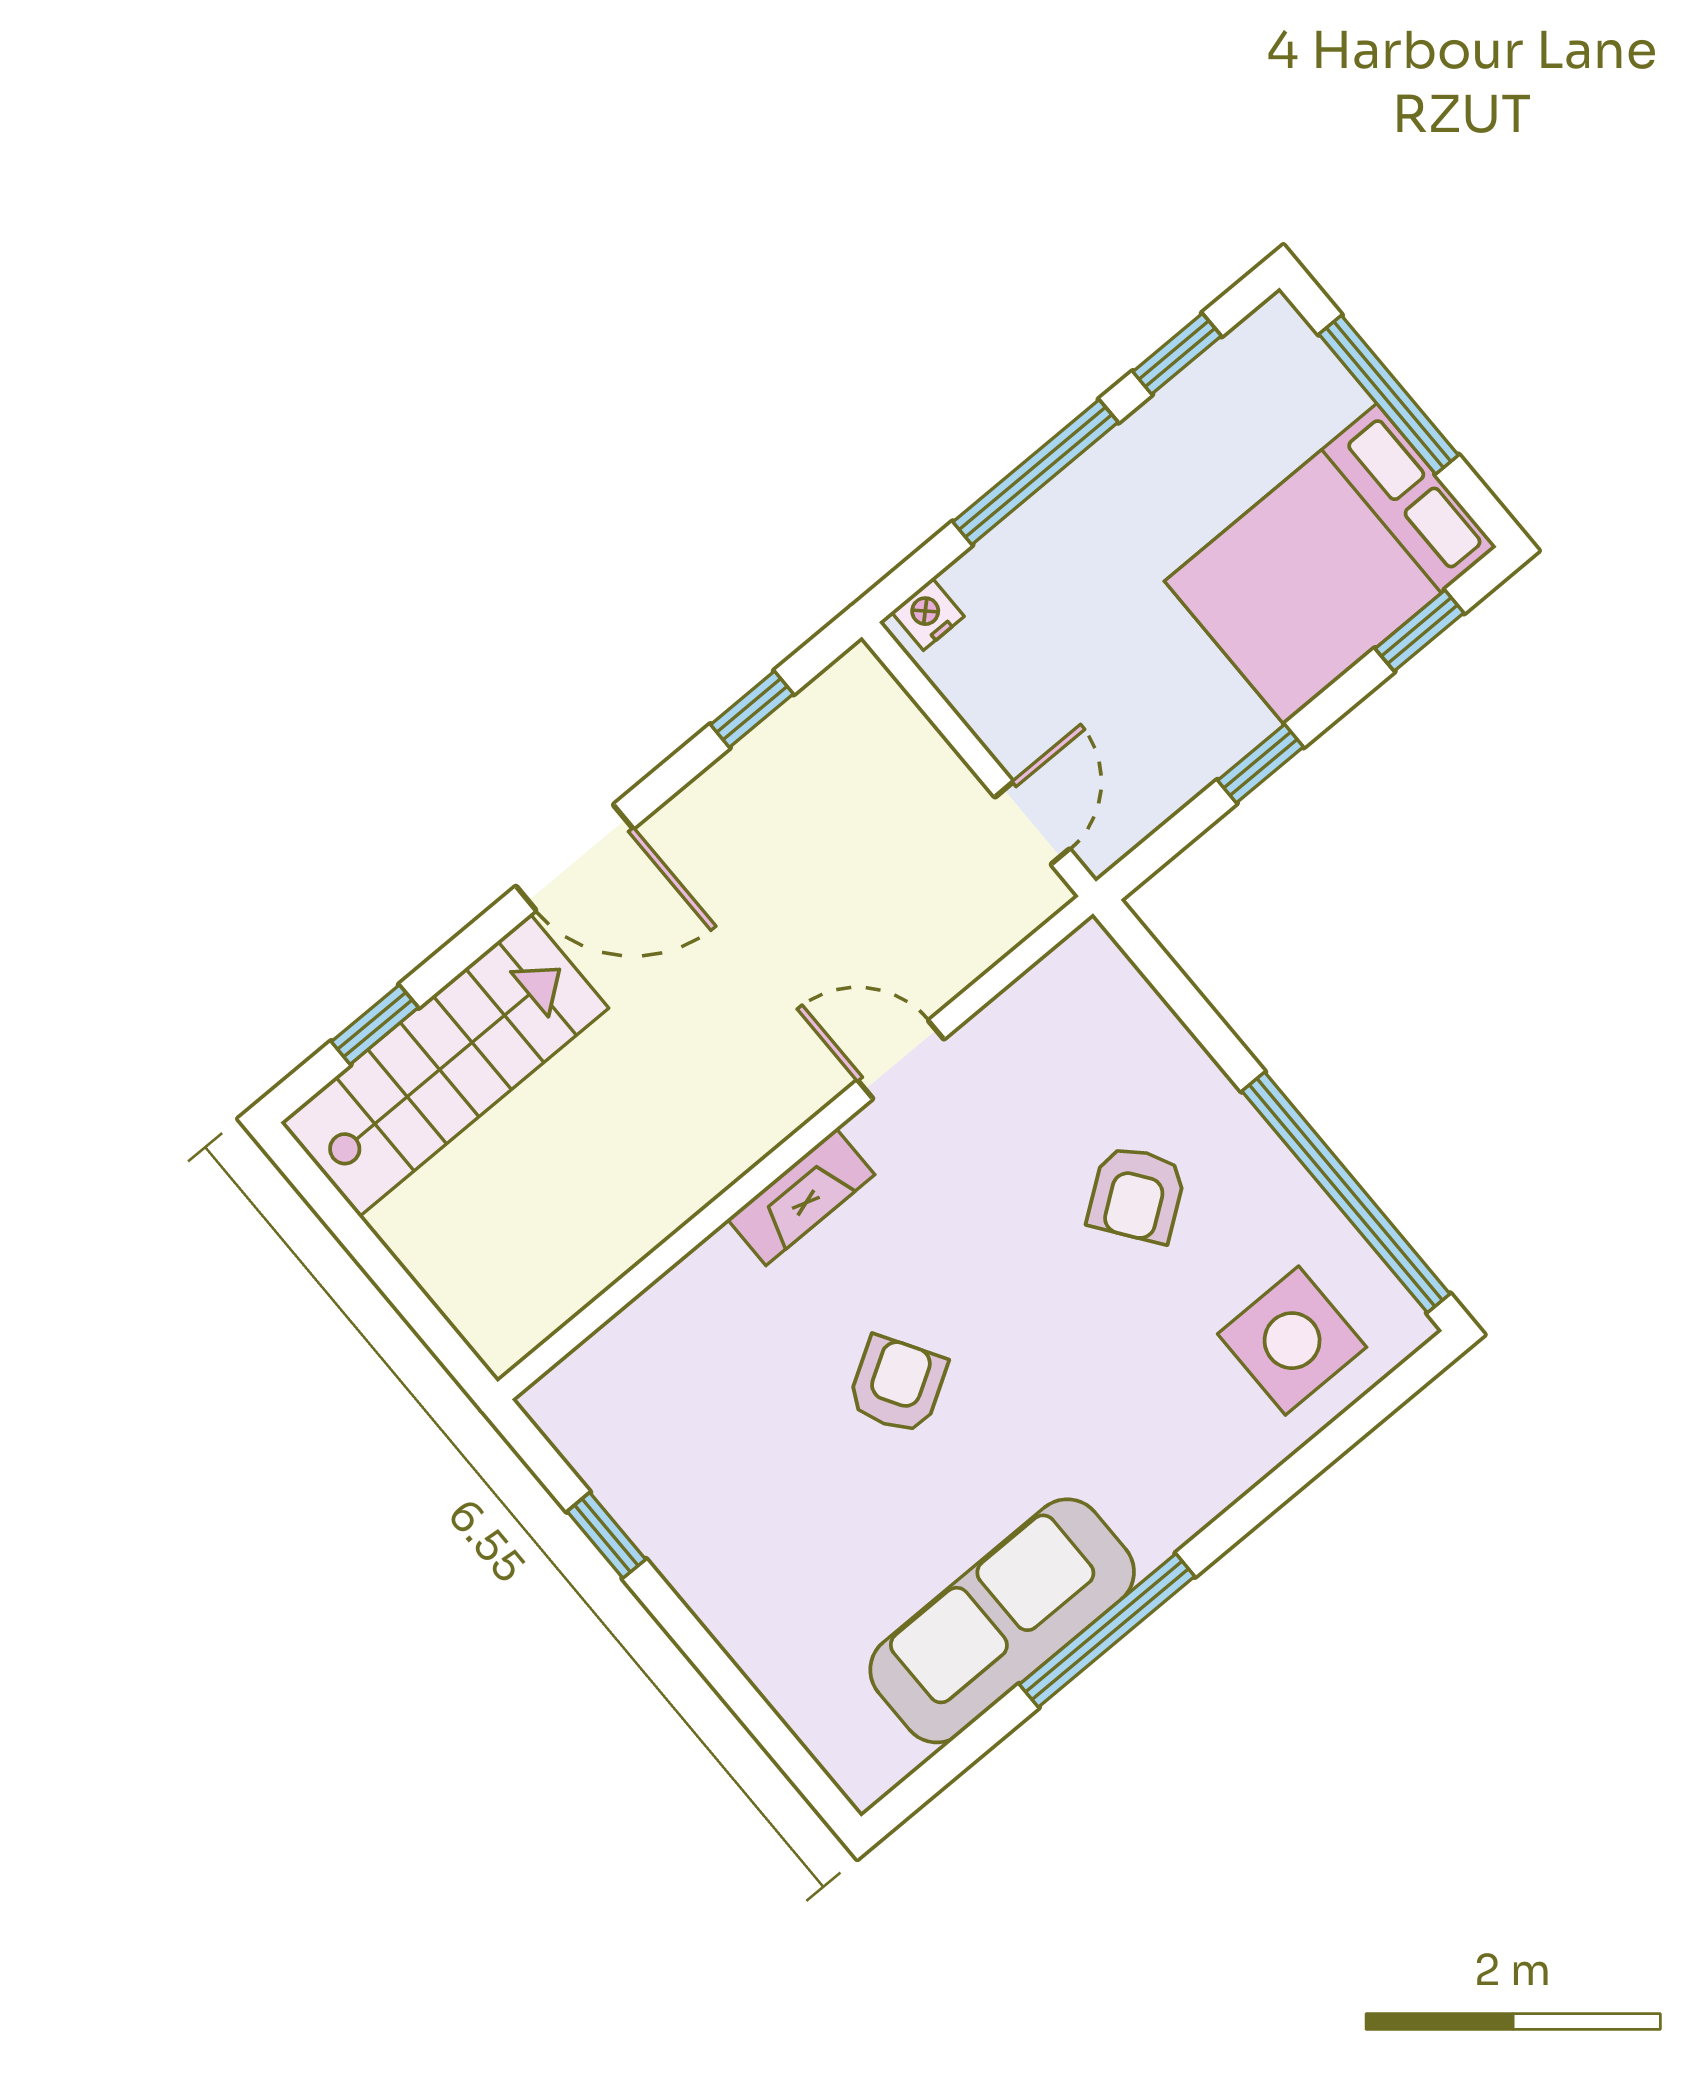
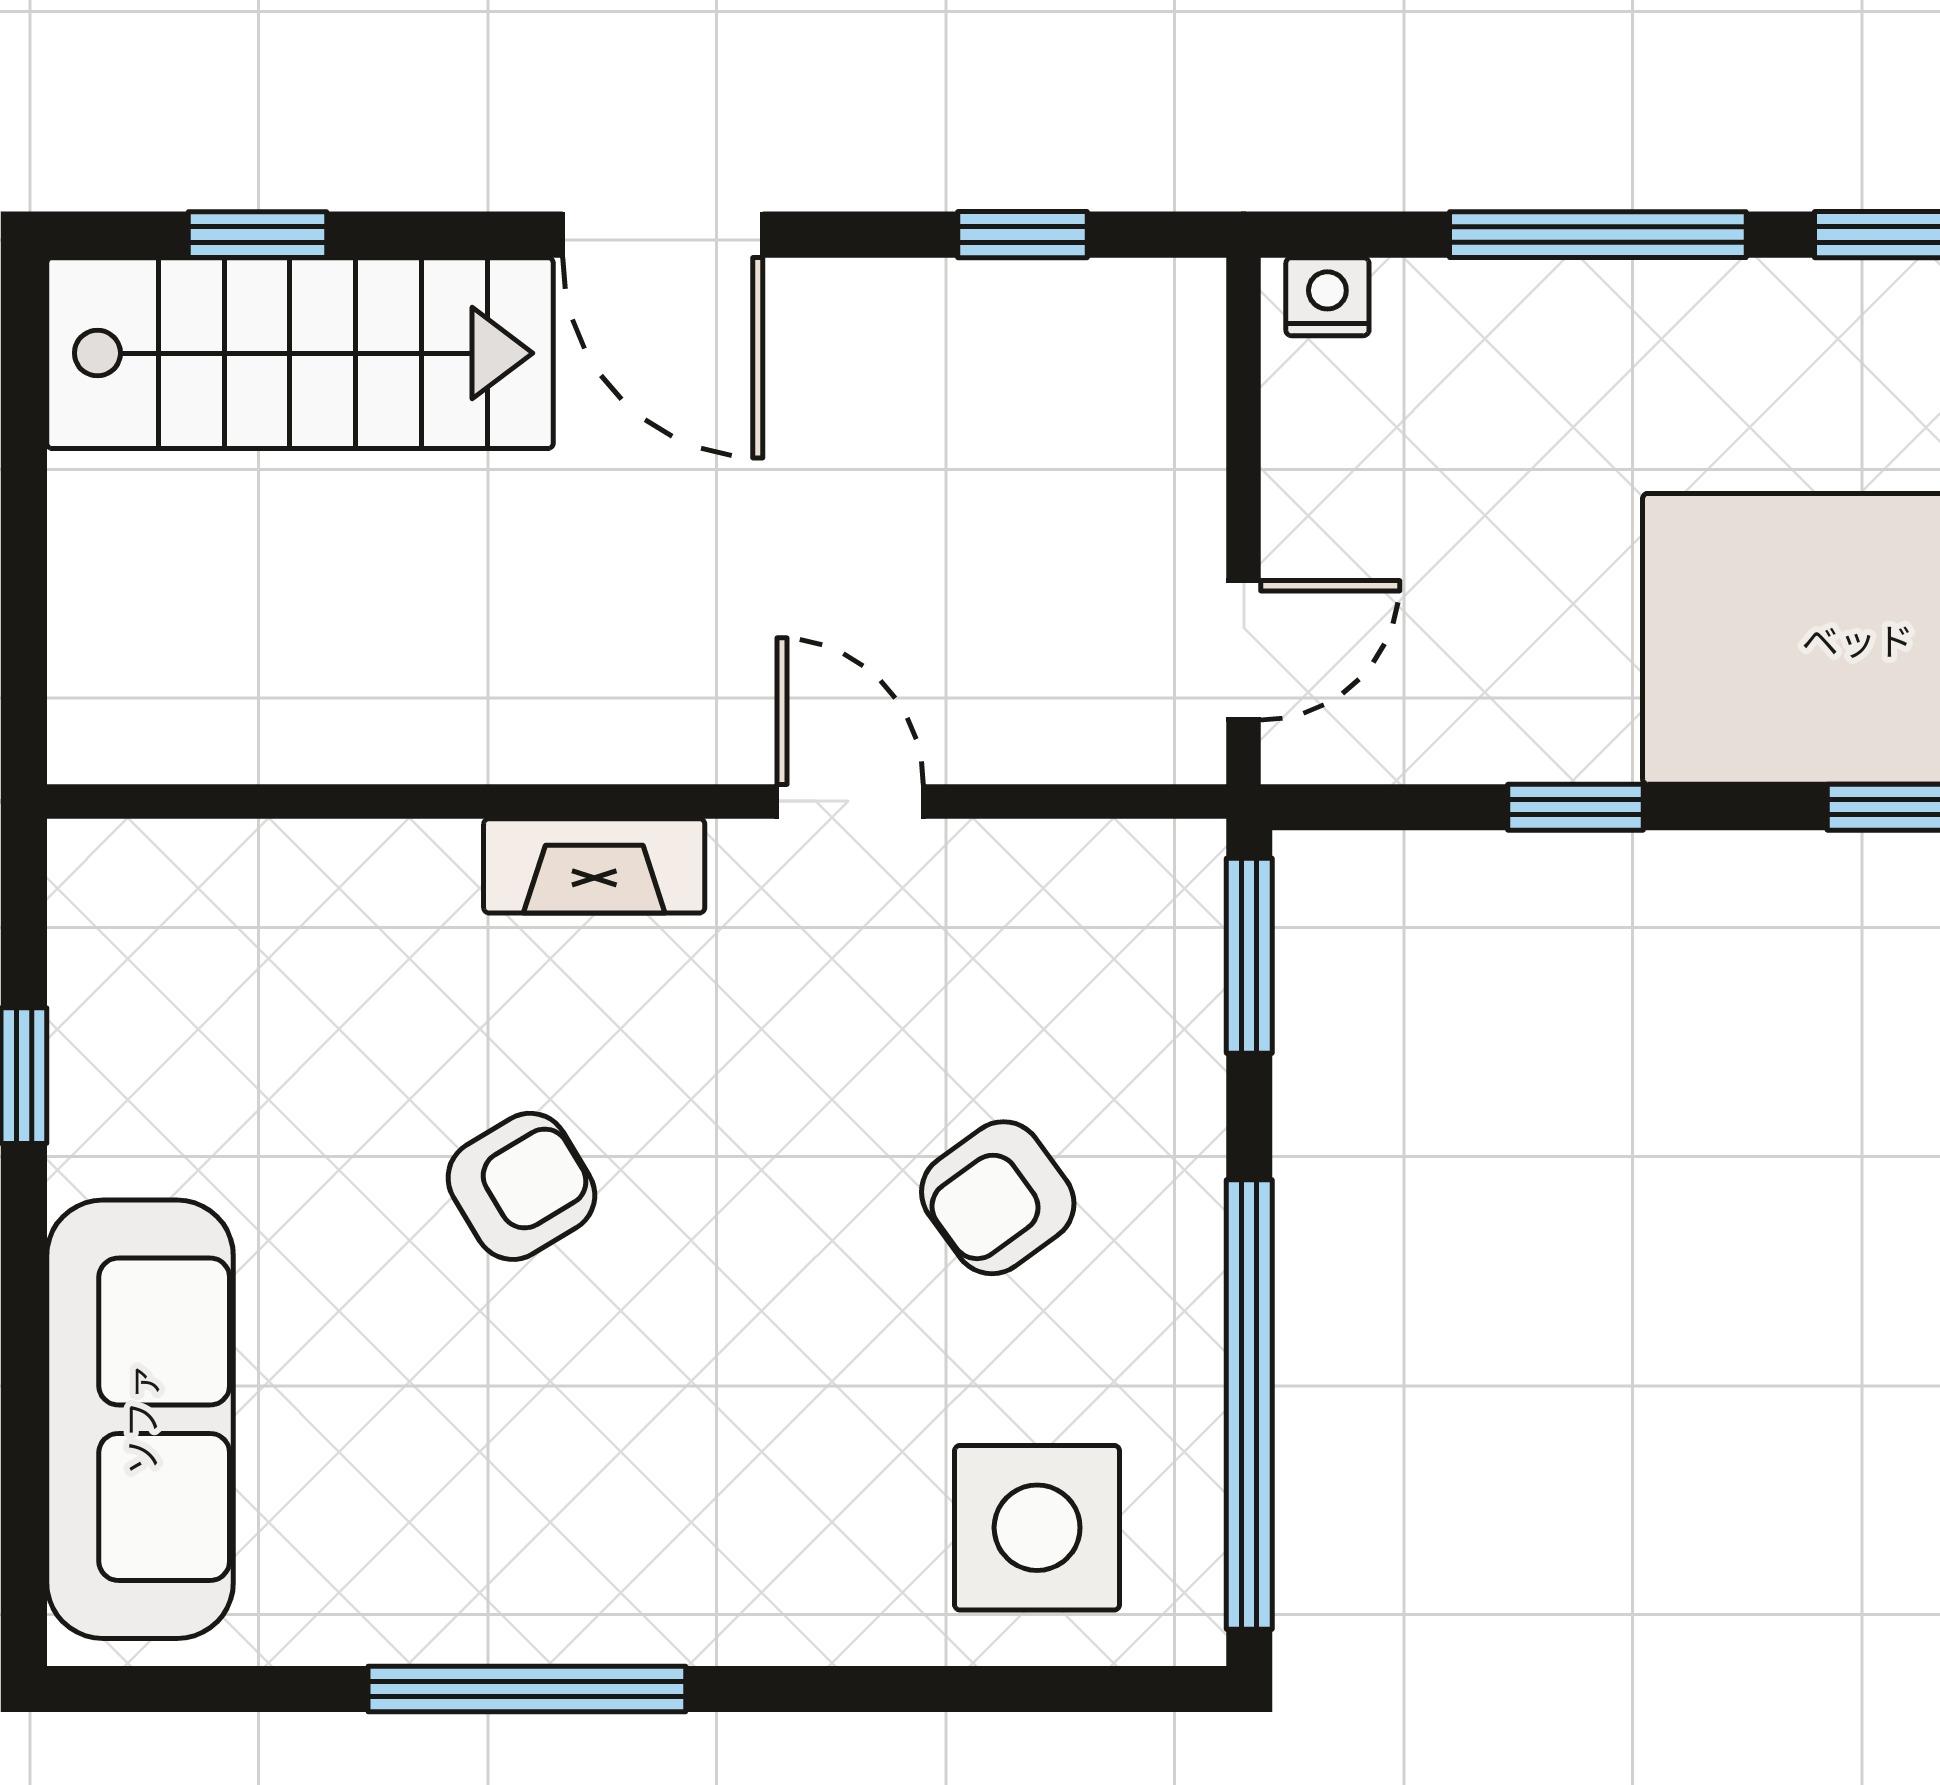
window: (1161, 971) -> (1249, 956), added
sofa: (1002, 1621) -> (140, 1419), moved, turned 90

